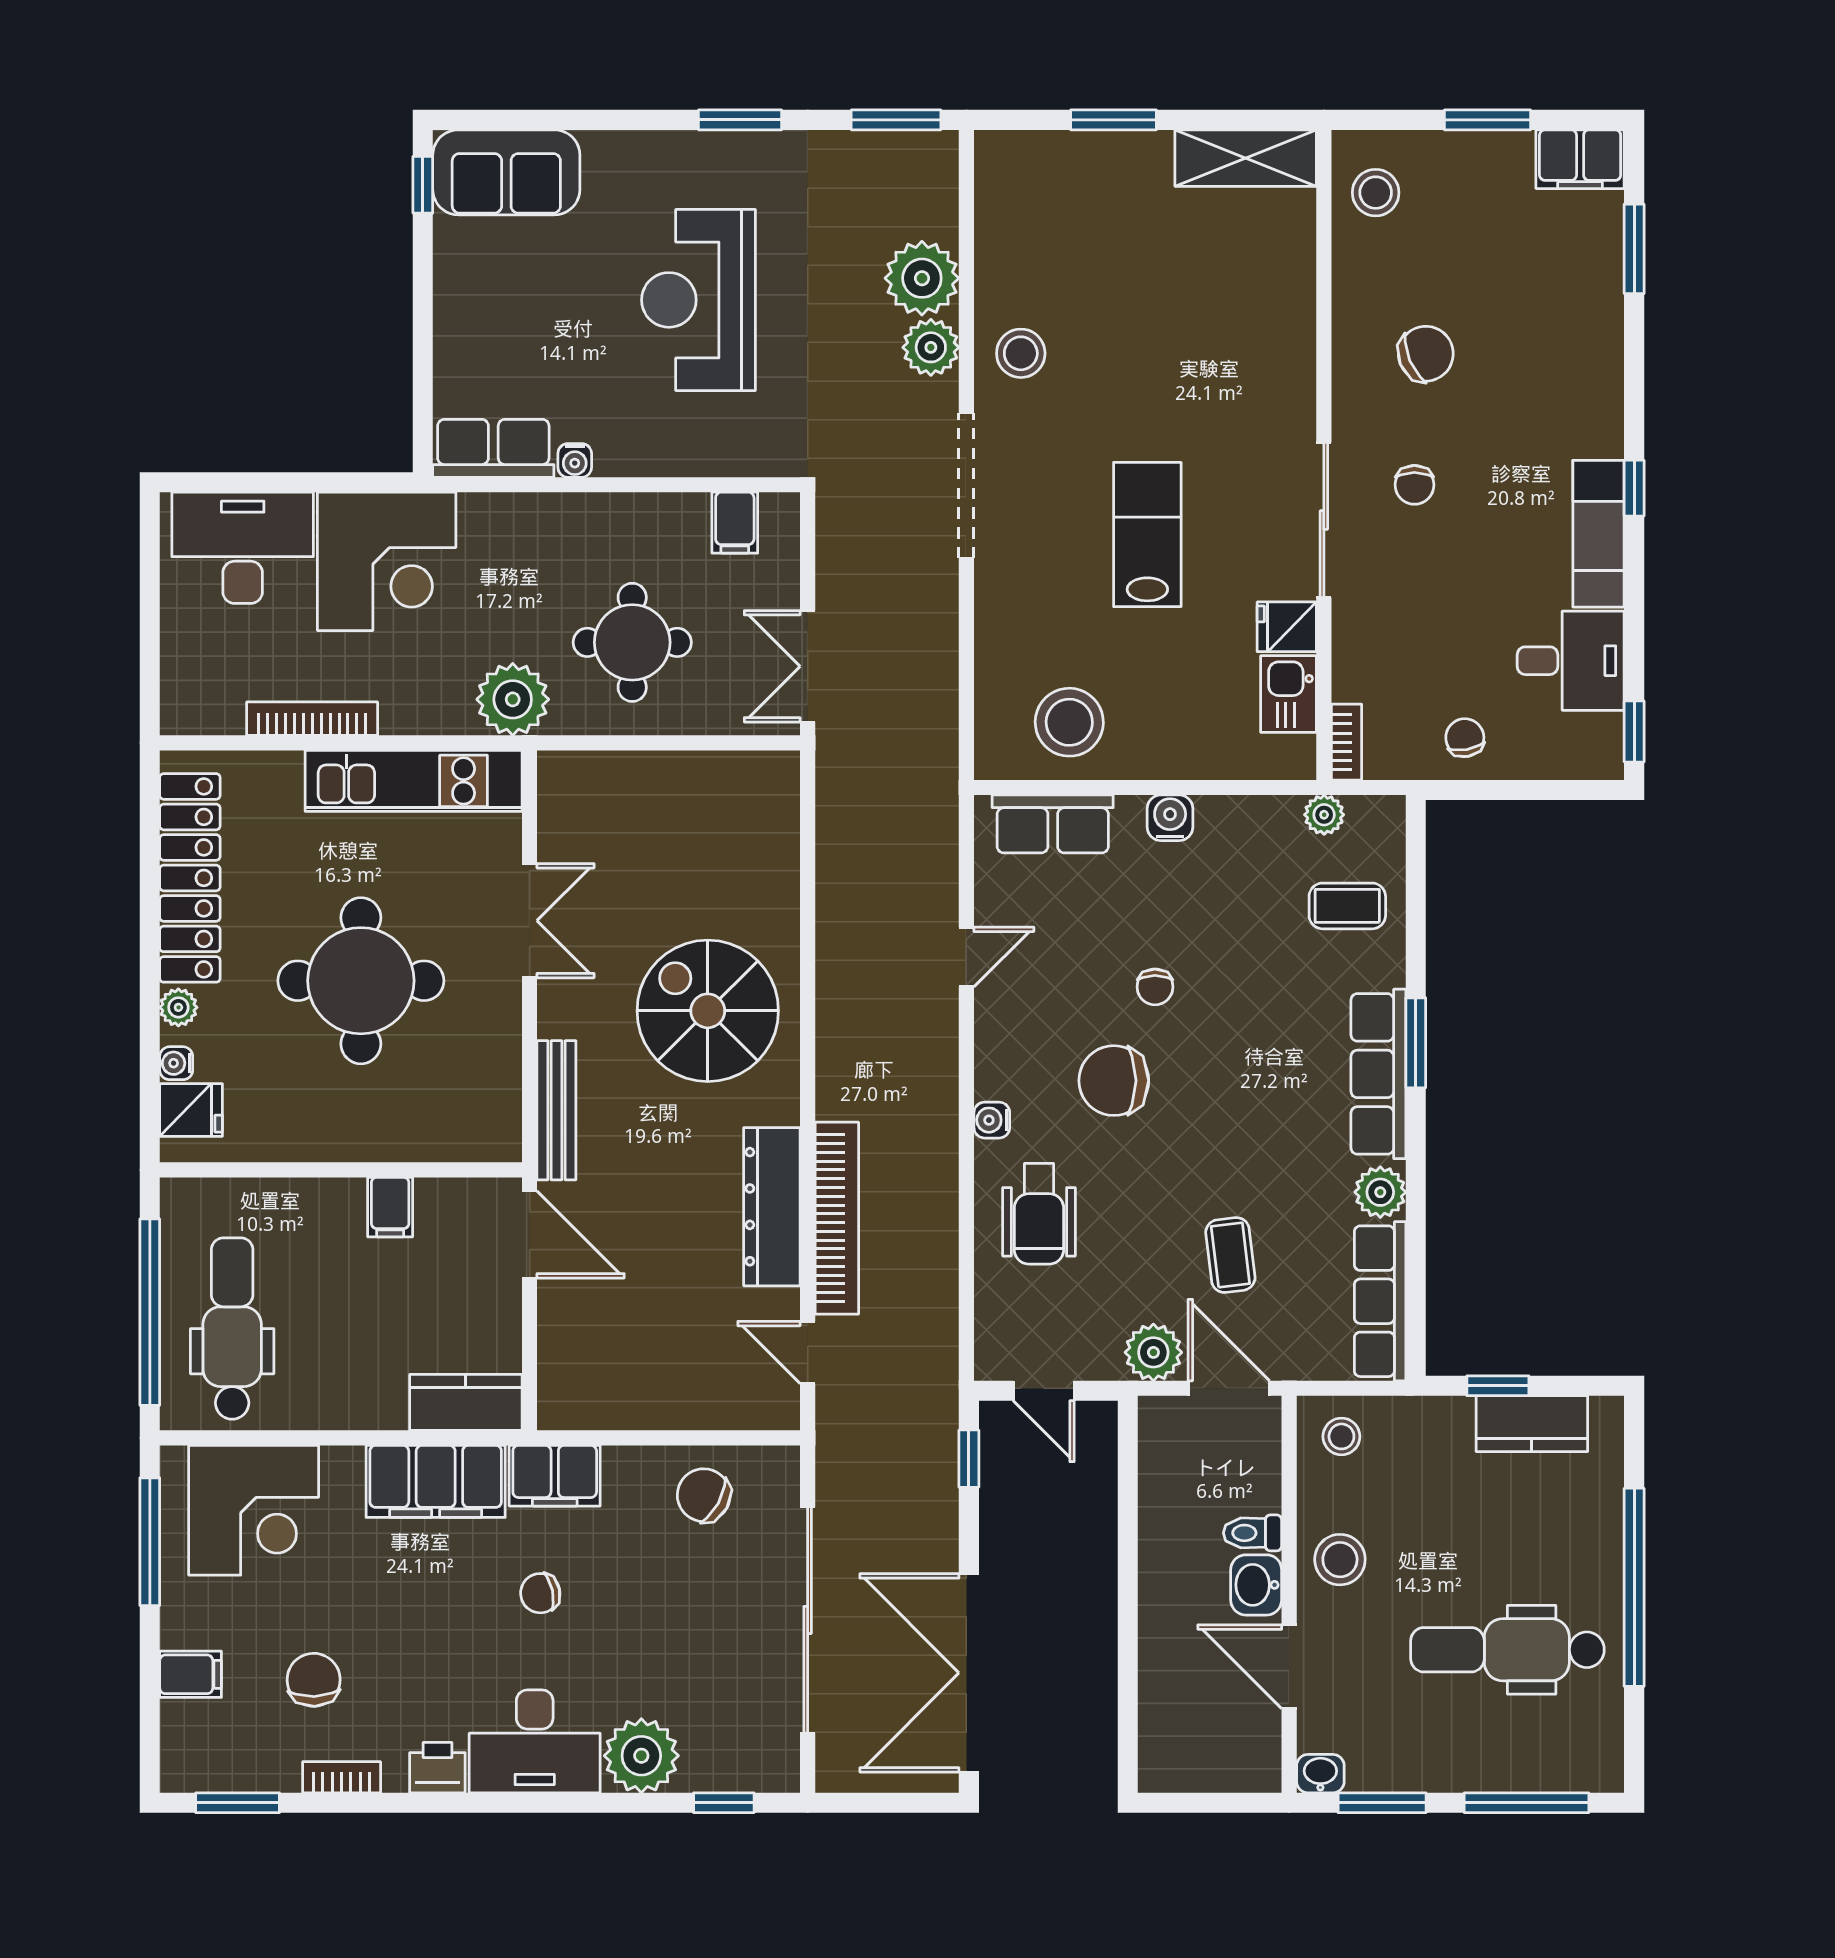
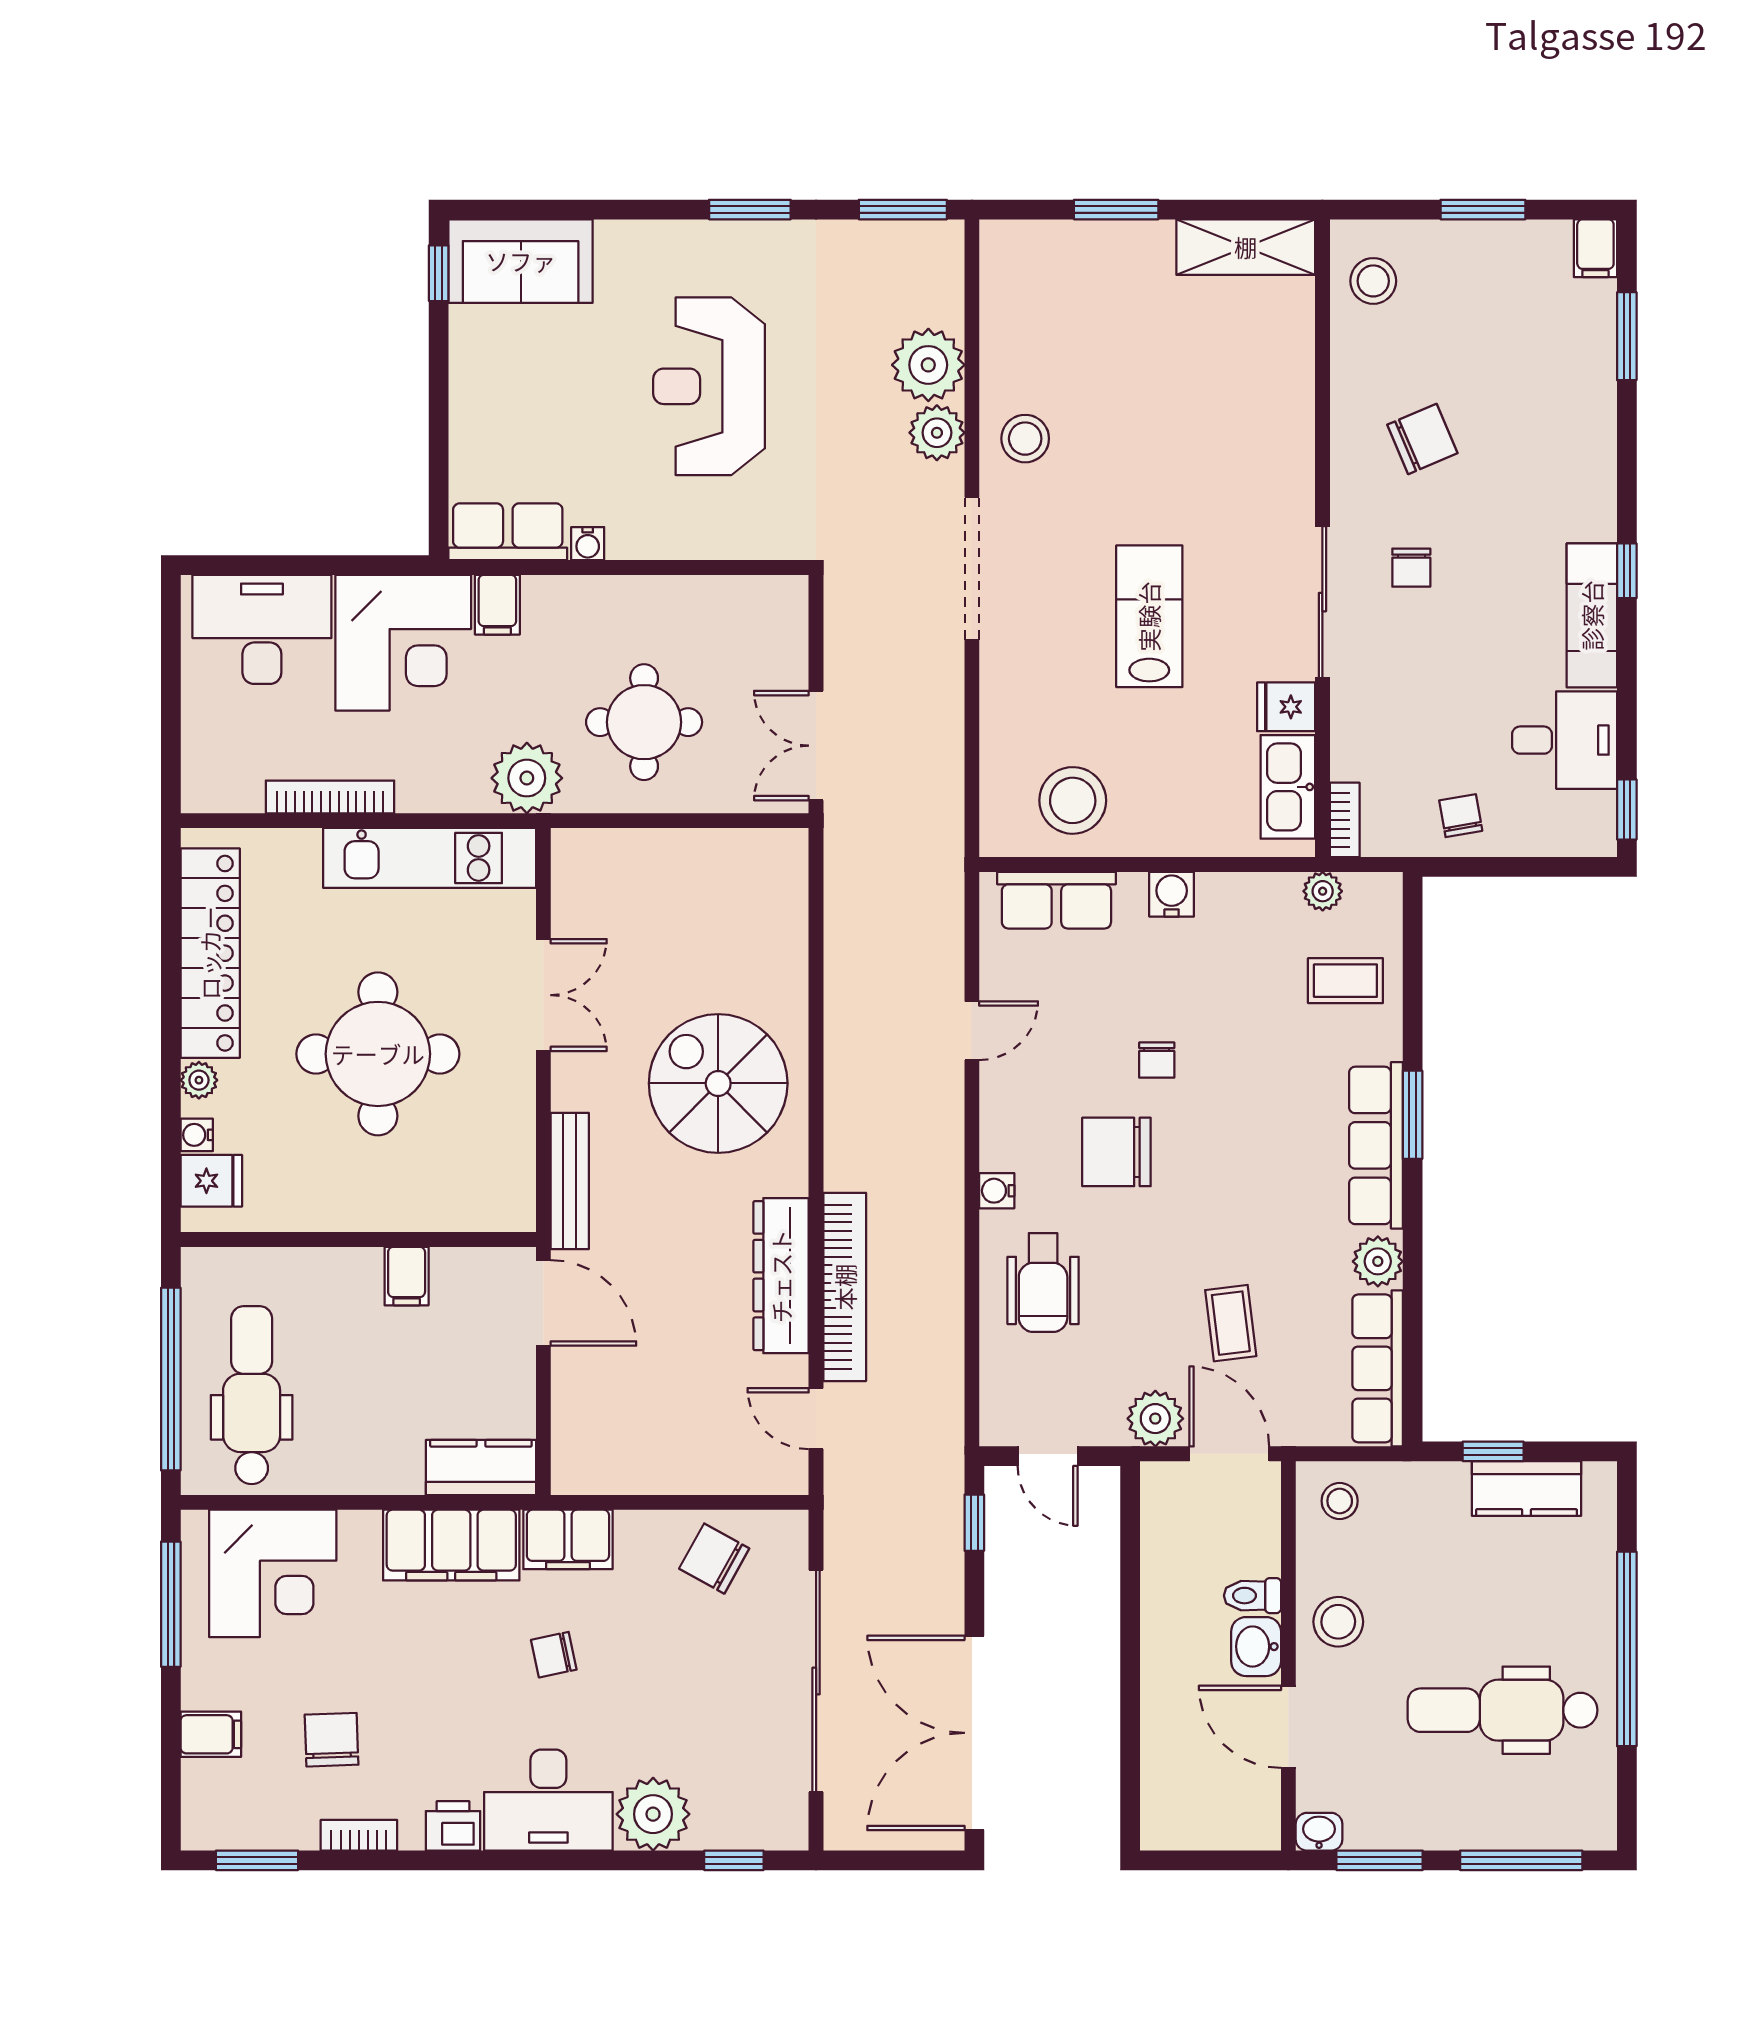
filing cabinet: (1580, 159) -> (1595, 248), width x0.50
filing cabinet: (735, 523) -> (497, 605), moved
kitchen sink: (1289, 694) -> (1288, 787), width x1.38

